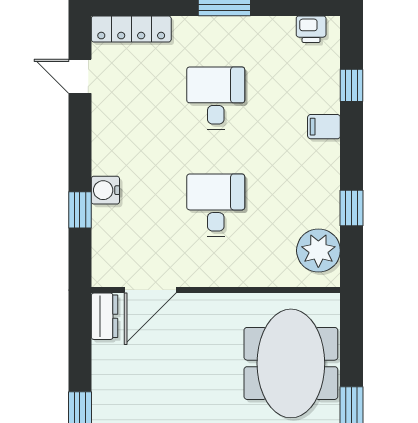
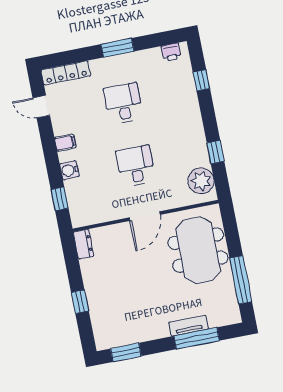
filing cabinet: (324, 127) -> (65, 143), moved, turned 180
window: (80, 210) -> (60, 199), moved
door: (150, 290) -> (145, 216), moved

